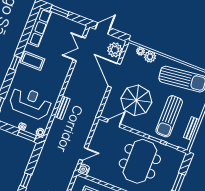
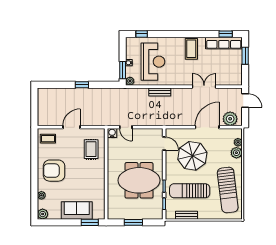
double door: (79, 49) -> (204, 87), moved
window: (15, 63) -> (226, 34), moved

